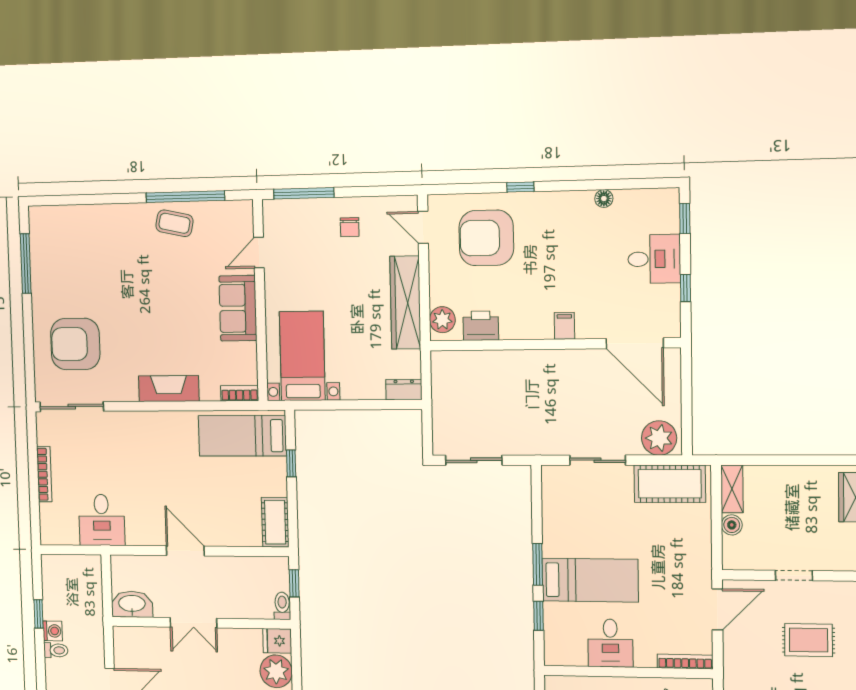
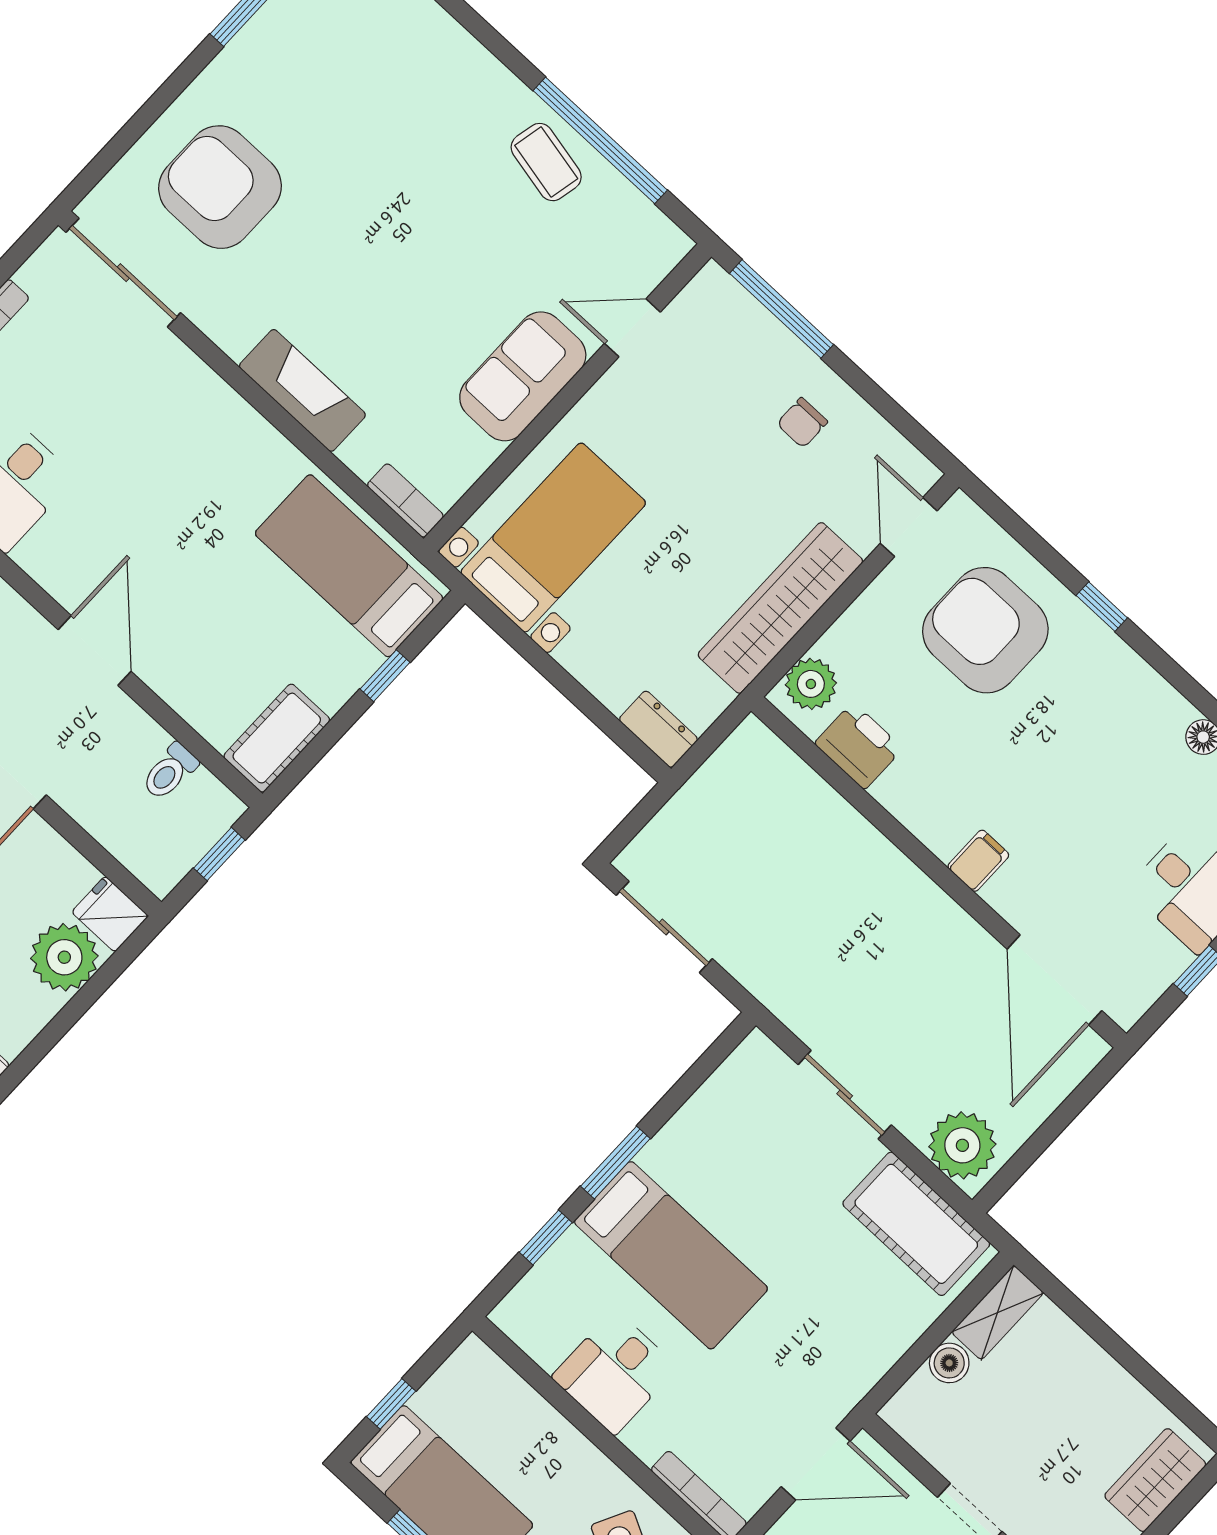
toilet: (282, 606) -> (170, 772), moved, turned 180

